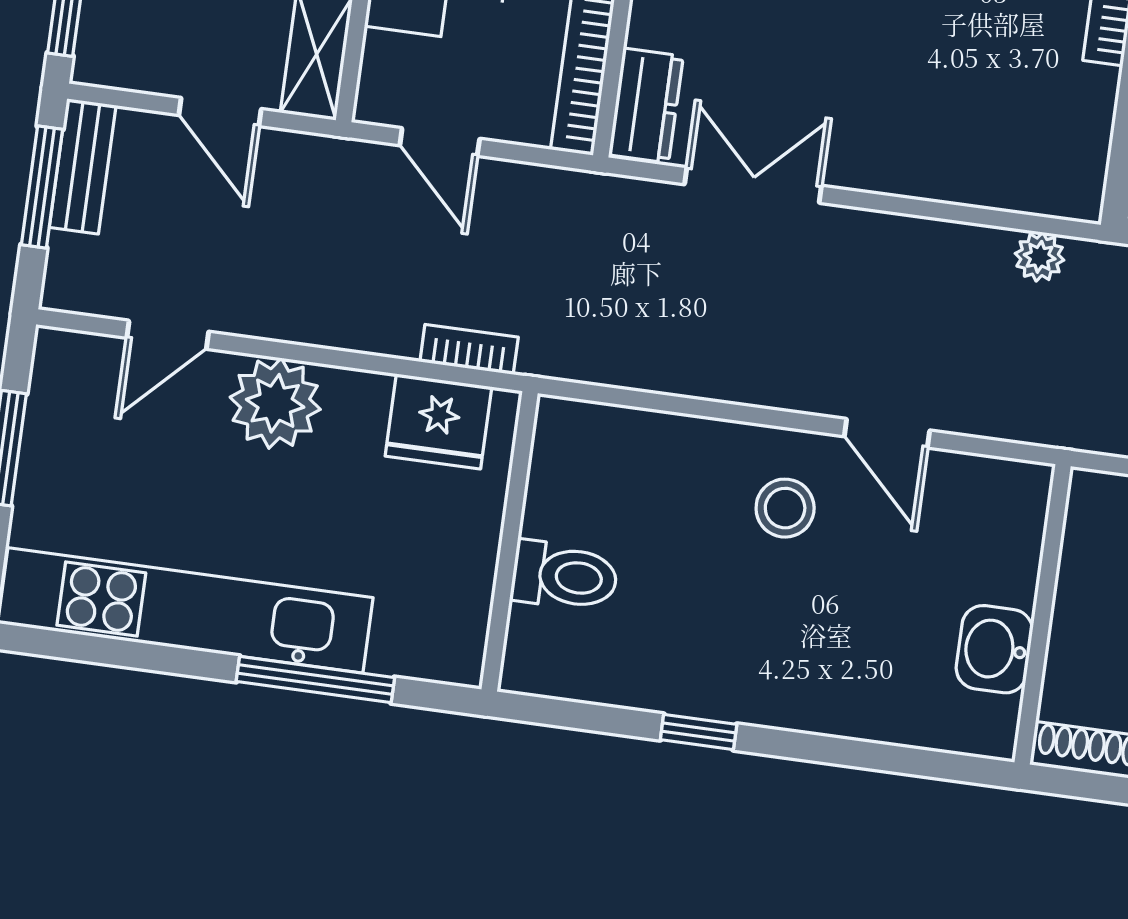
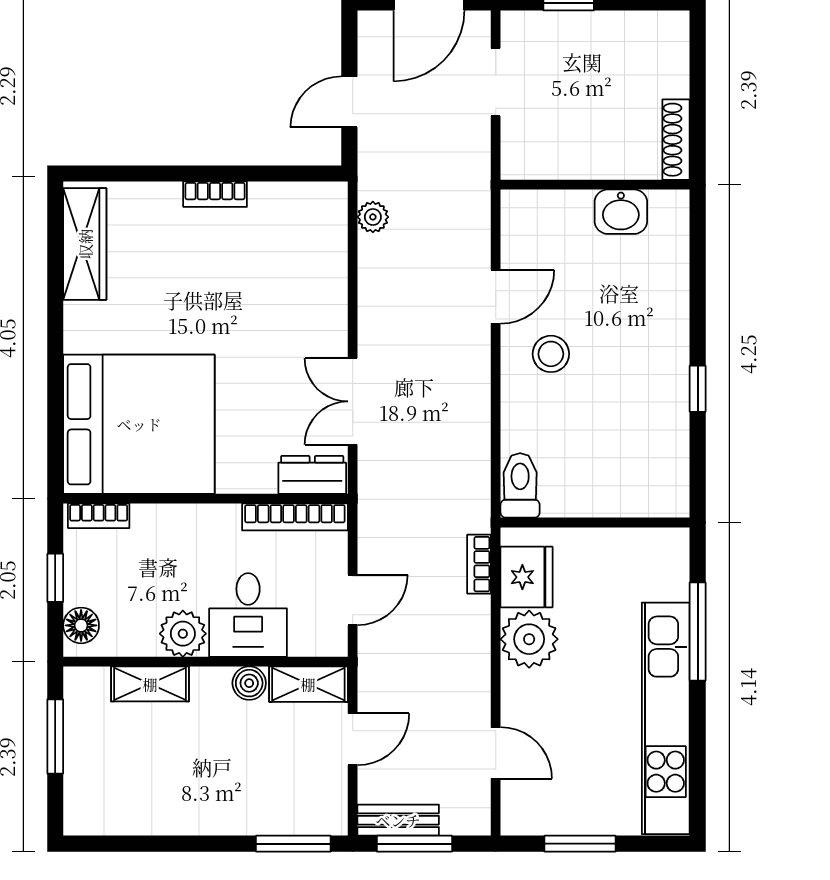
plant: (275, 403) -> (529, 639), moved
toilet: (564, 576) -> (520, 485), moved

